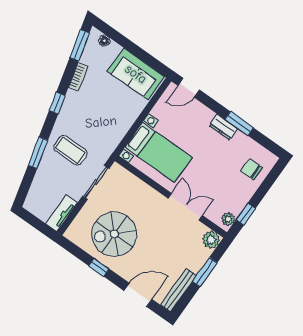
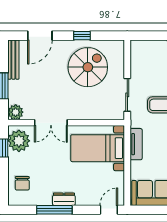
window: (239, 124) -> (54, 210), width x1.44
chair: (252, 169) -> (22, 183), turned 90
tv unit: (62, 213) -> (136, 144), moved
plant: (228, 219) -> (19, 141), width x1.87, depth x1.87

